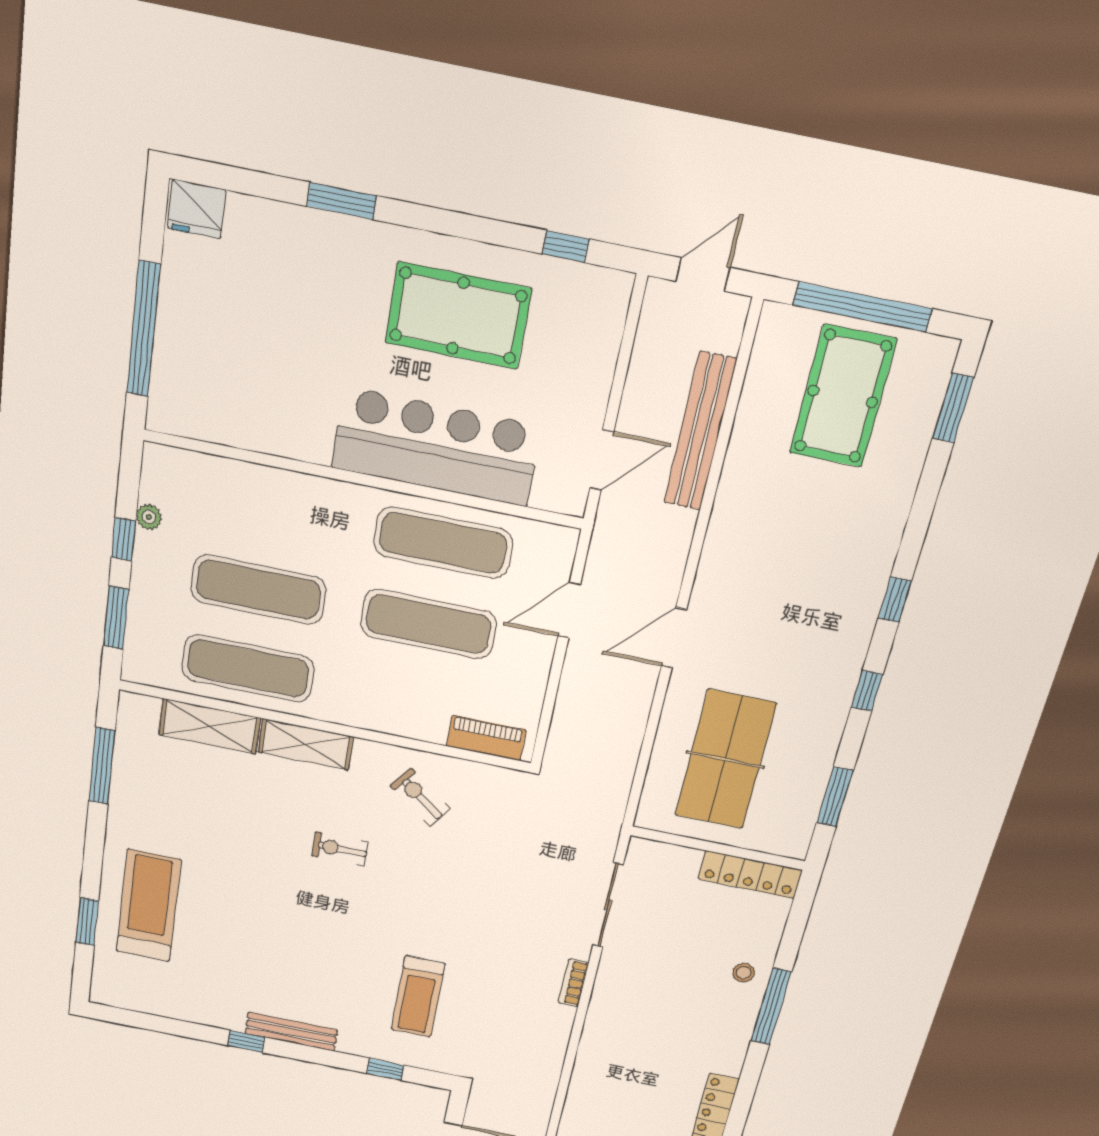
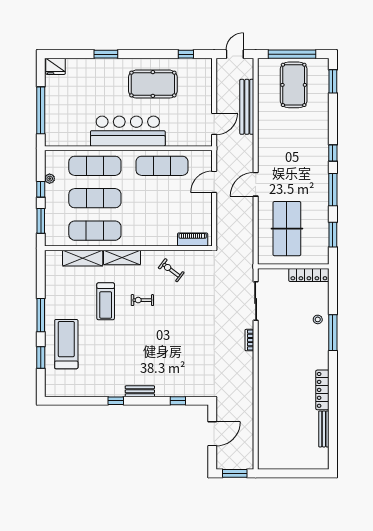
bar counter: (436, 447) -> (128, 131), moved
exercise mat: (428, 624) -> (95, 166), moved
window: (867, 691) -> (333, 190), width x2.17
window: (102, 766) -> (41, 315), moved
treadmill: (418, 997) -> (106, 301), moved
bench: (291, 1032) -> (140, 391), width x0.73

